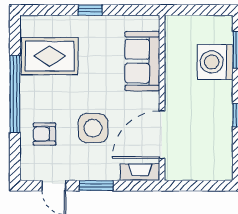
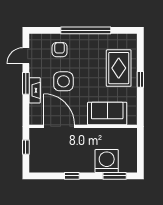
rug: (50, 56) -> (119, 68), moved
fireplace: (140, 172) -> (35, 90), moved
window: (194, 186) -> (26, 147), added

